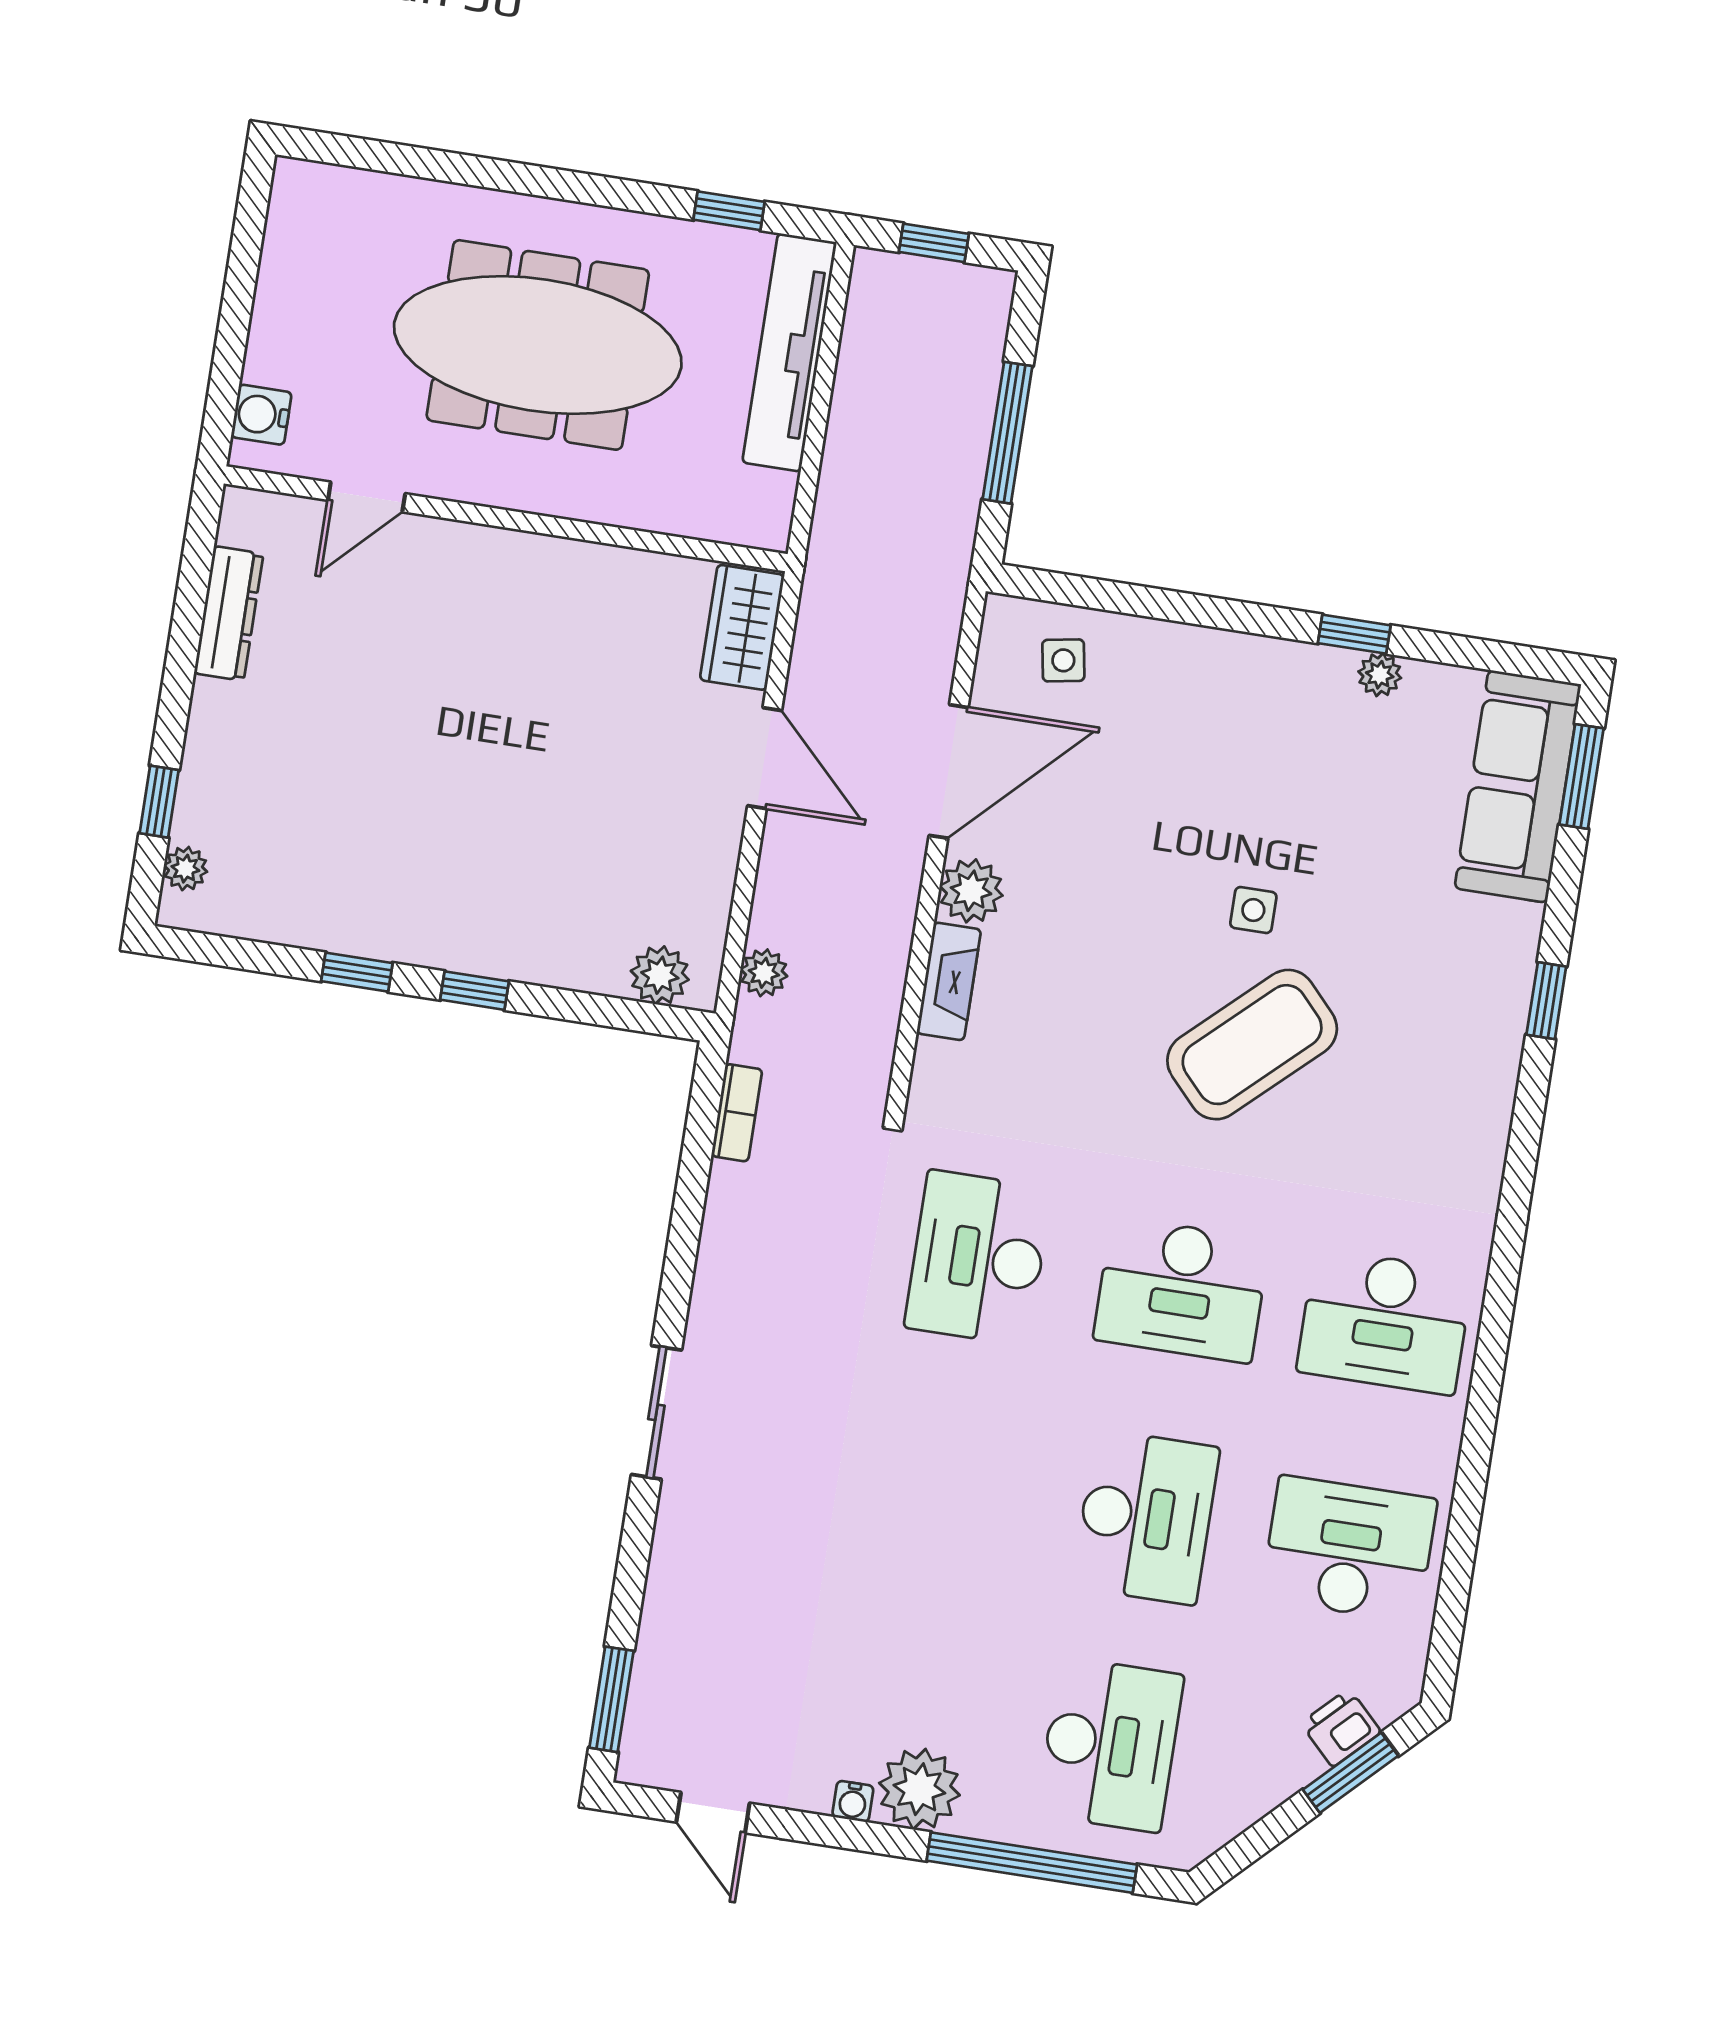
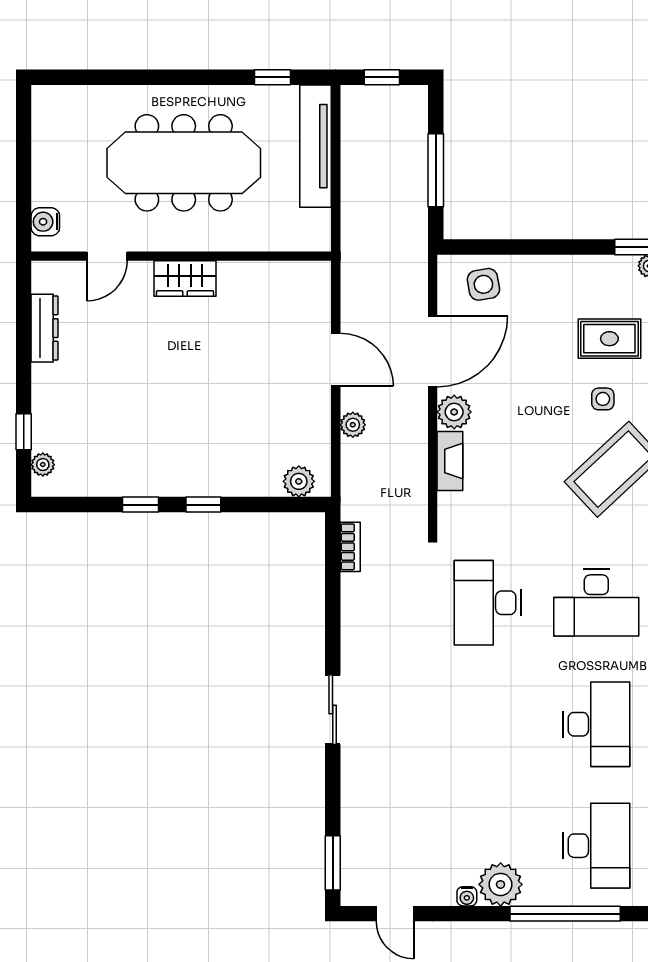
wardrobe: (742, 627) -> (185, 278), moved, turned -90
side table: (1063, 660) -> (483, 284), width x1.37, depth x1.37
rug: (1283, 799) -> (609, 339), added
plant: (764, 973) -> (353, 425), moved

